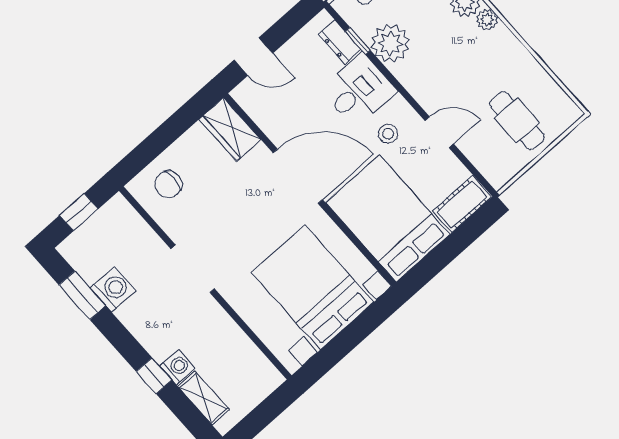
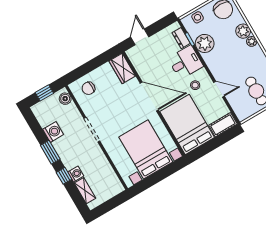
door: (253, 57) -> (140, 37), swing flipped
boiler: (124, 215) -> (65, 99), added
window: (82, 295) -> (50, 152), moved

